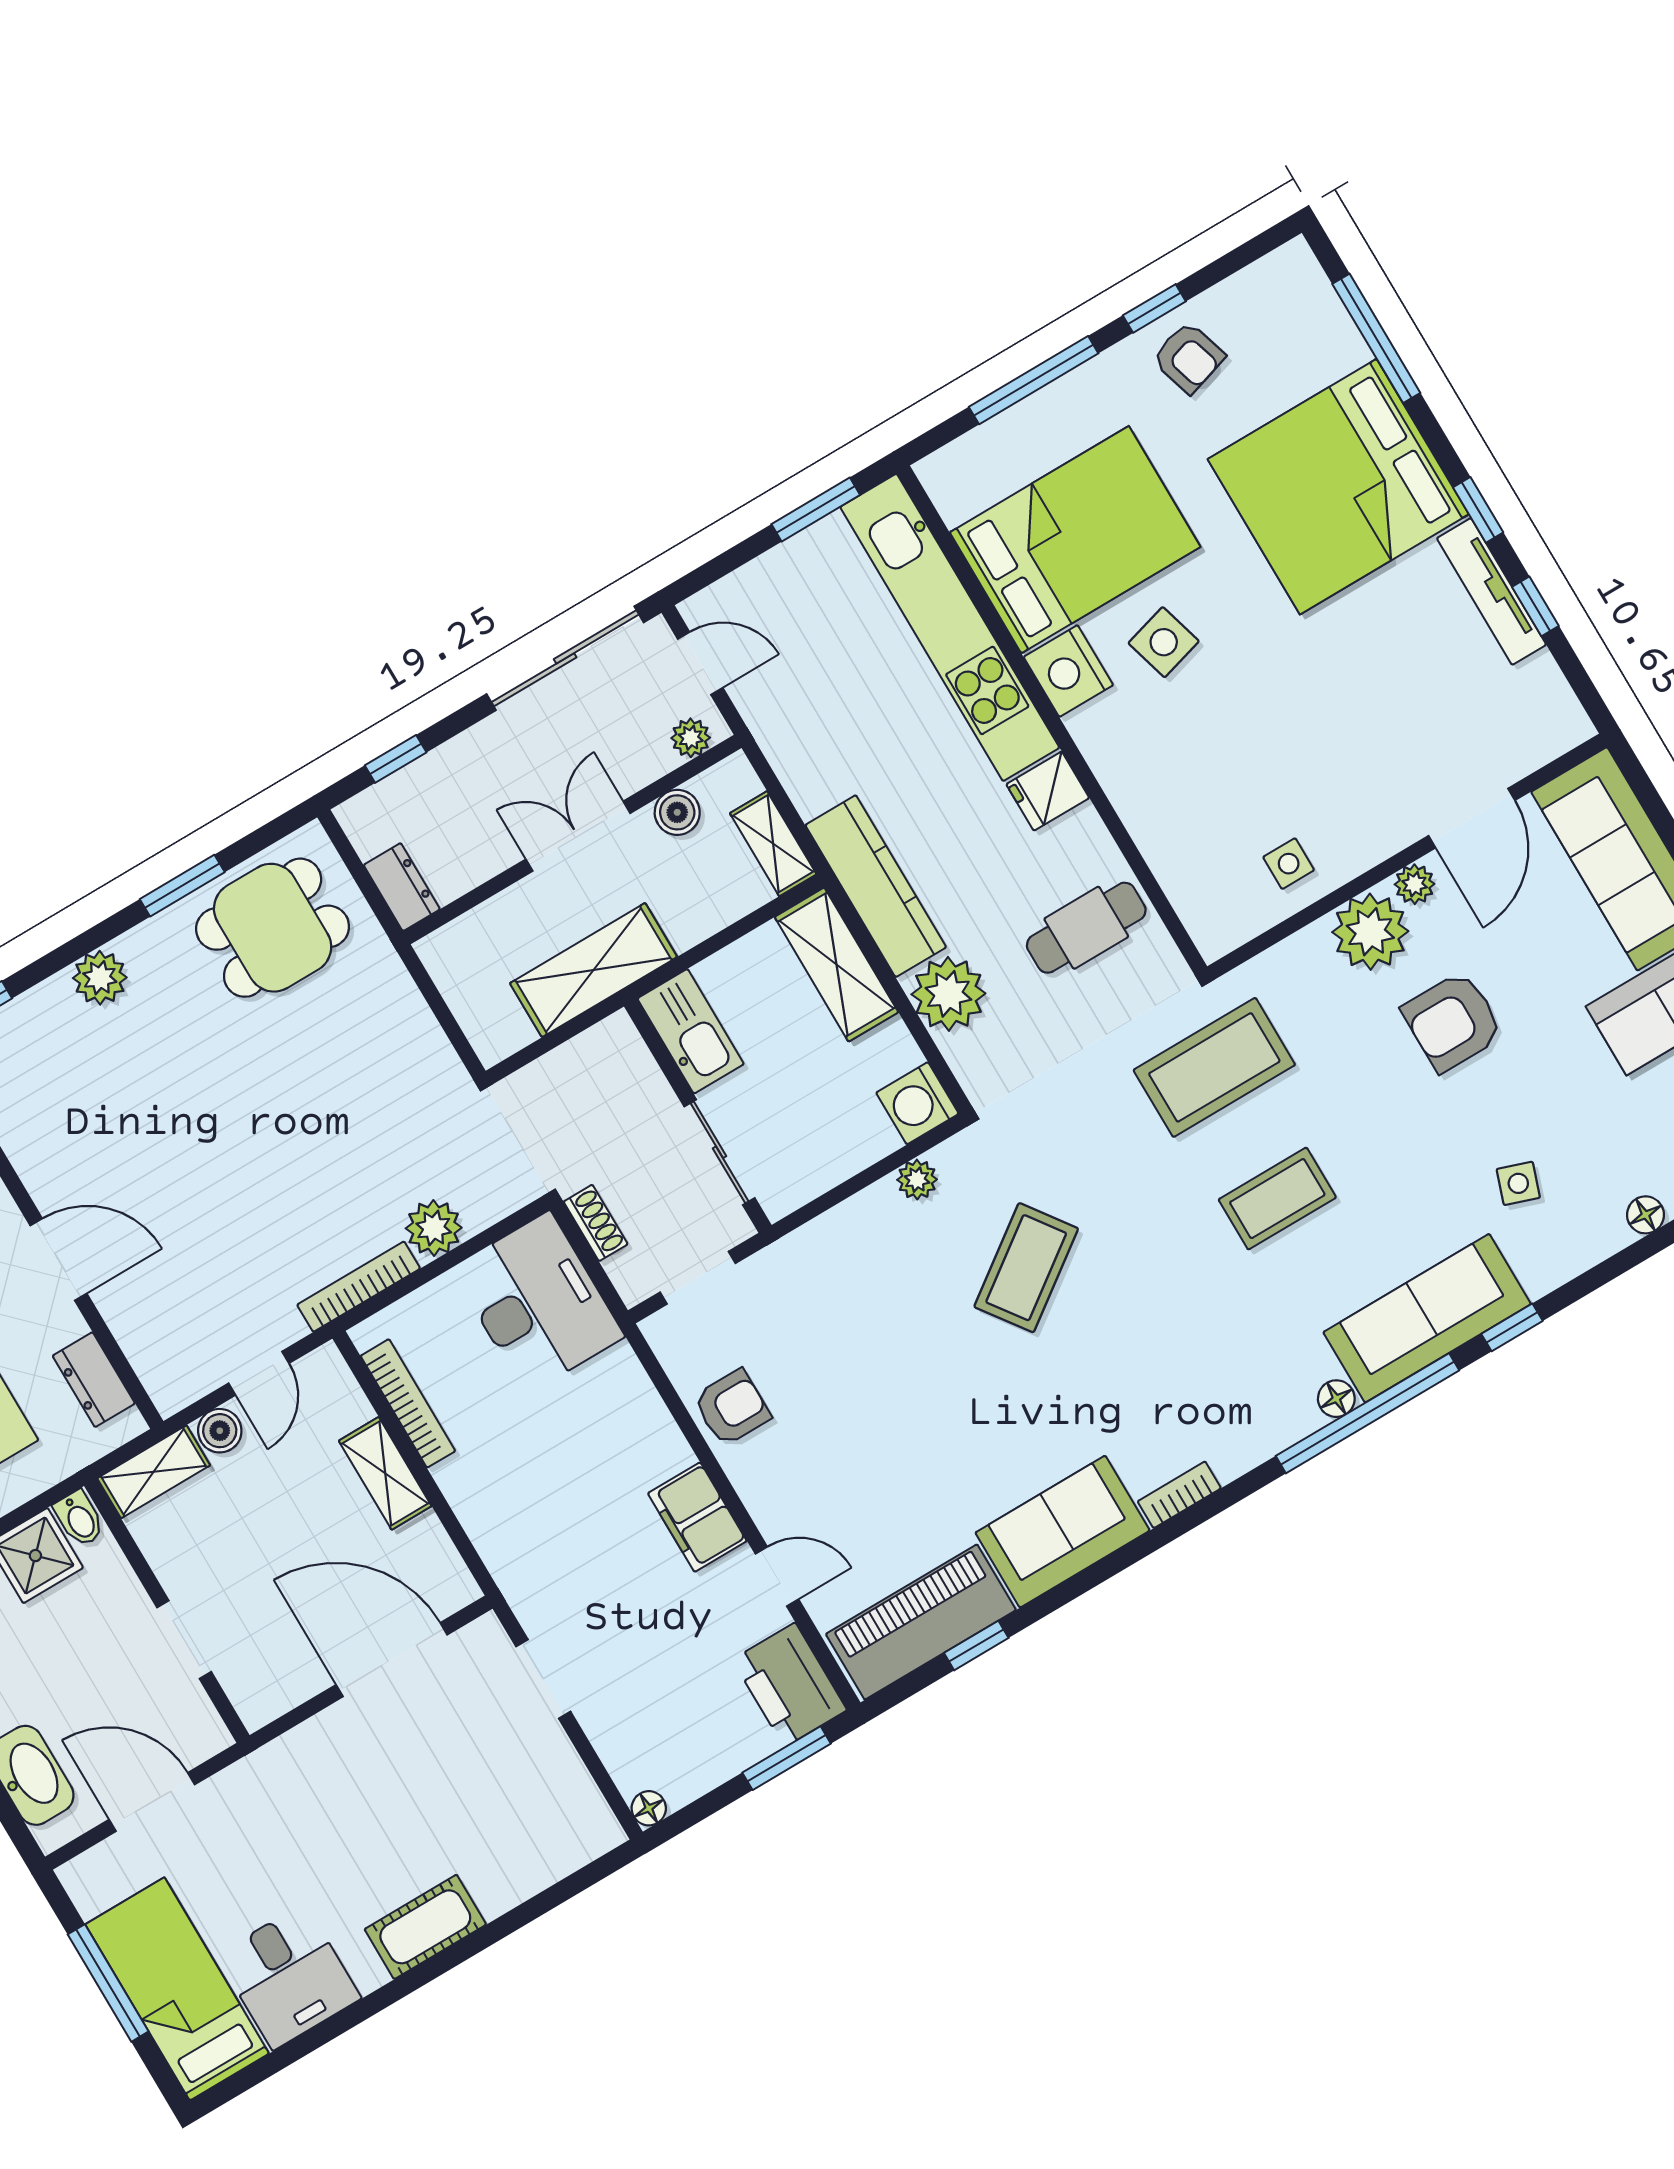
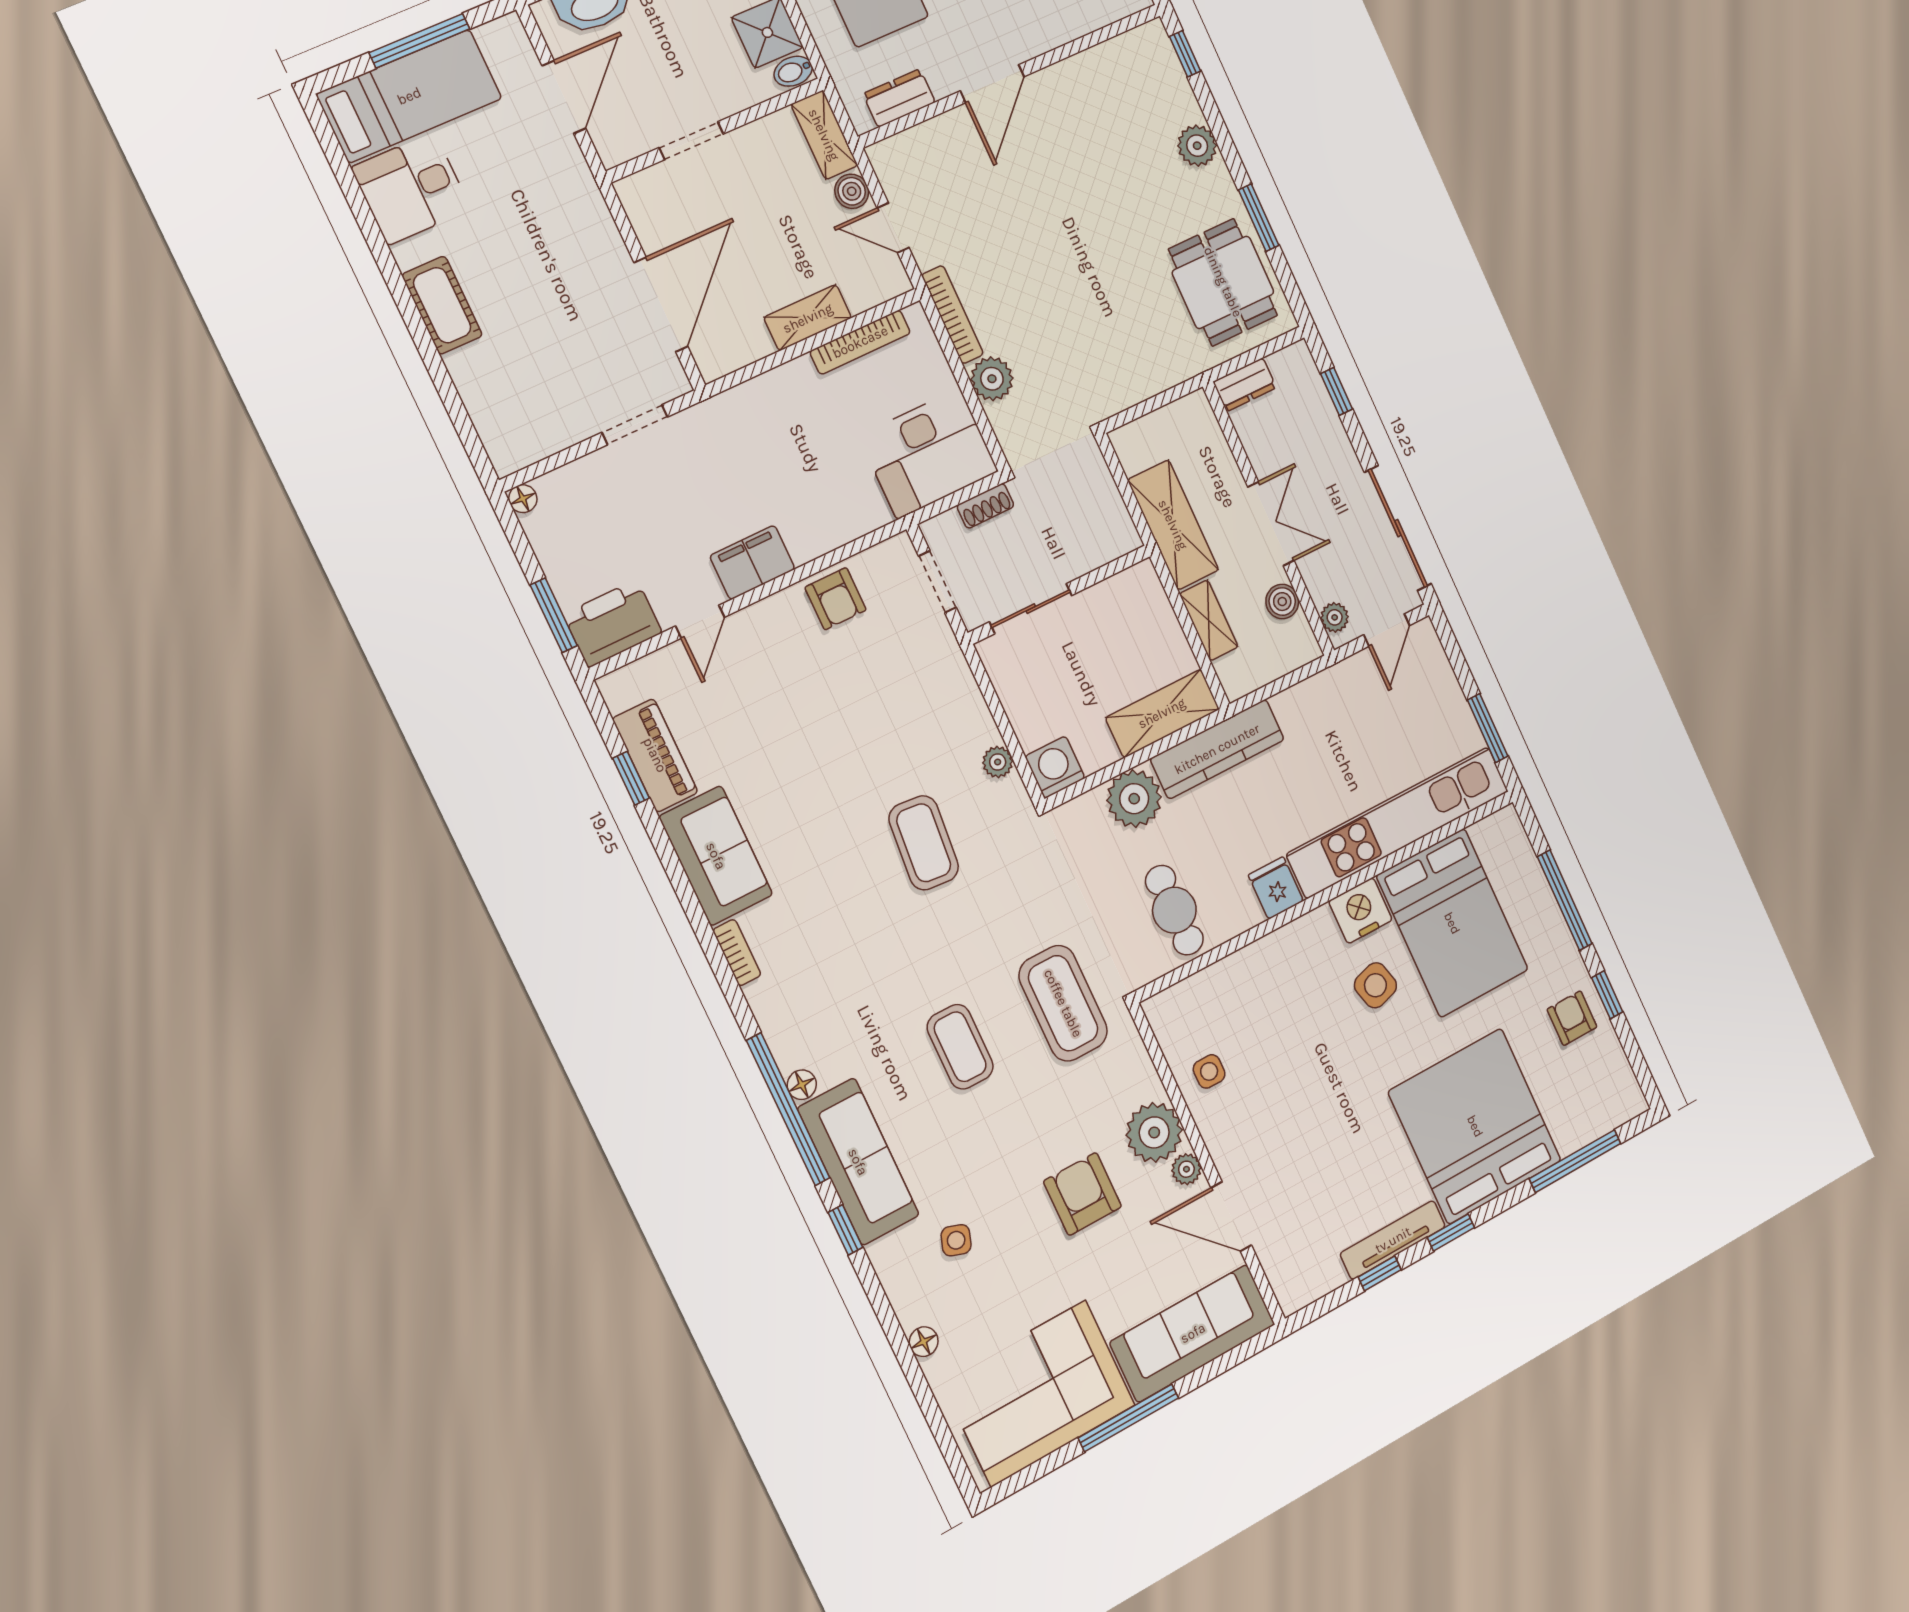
armchair: (1188, 358) -> (1572, 1018), turned 107
shelving: (773, 844) -> (1209, 620), moved, turned 90
kitchen sink: (691, 1031) -> (1122, 595), removed
coffee table: (1026, 1268) -> (924, 843), turned 41
piano: (921, 1622) -> (655, 755), width x0.73, depth x0.75

